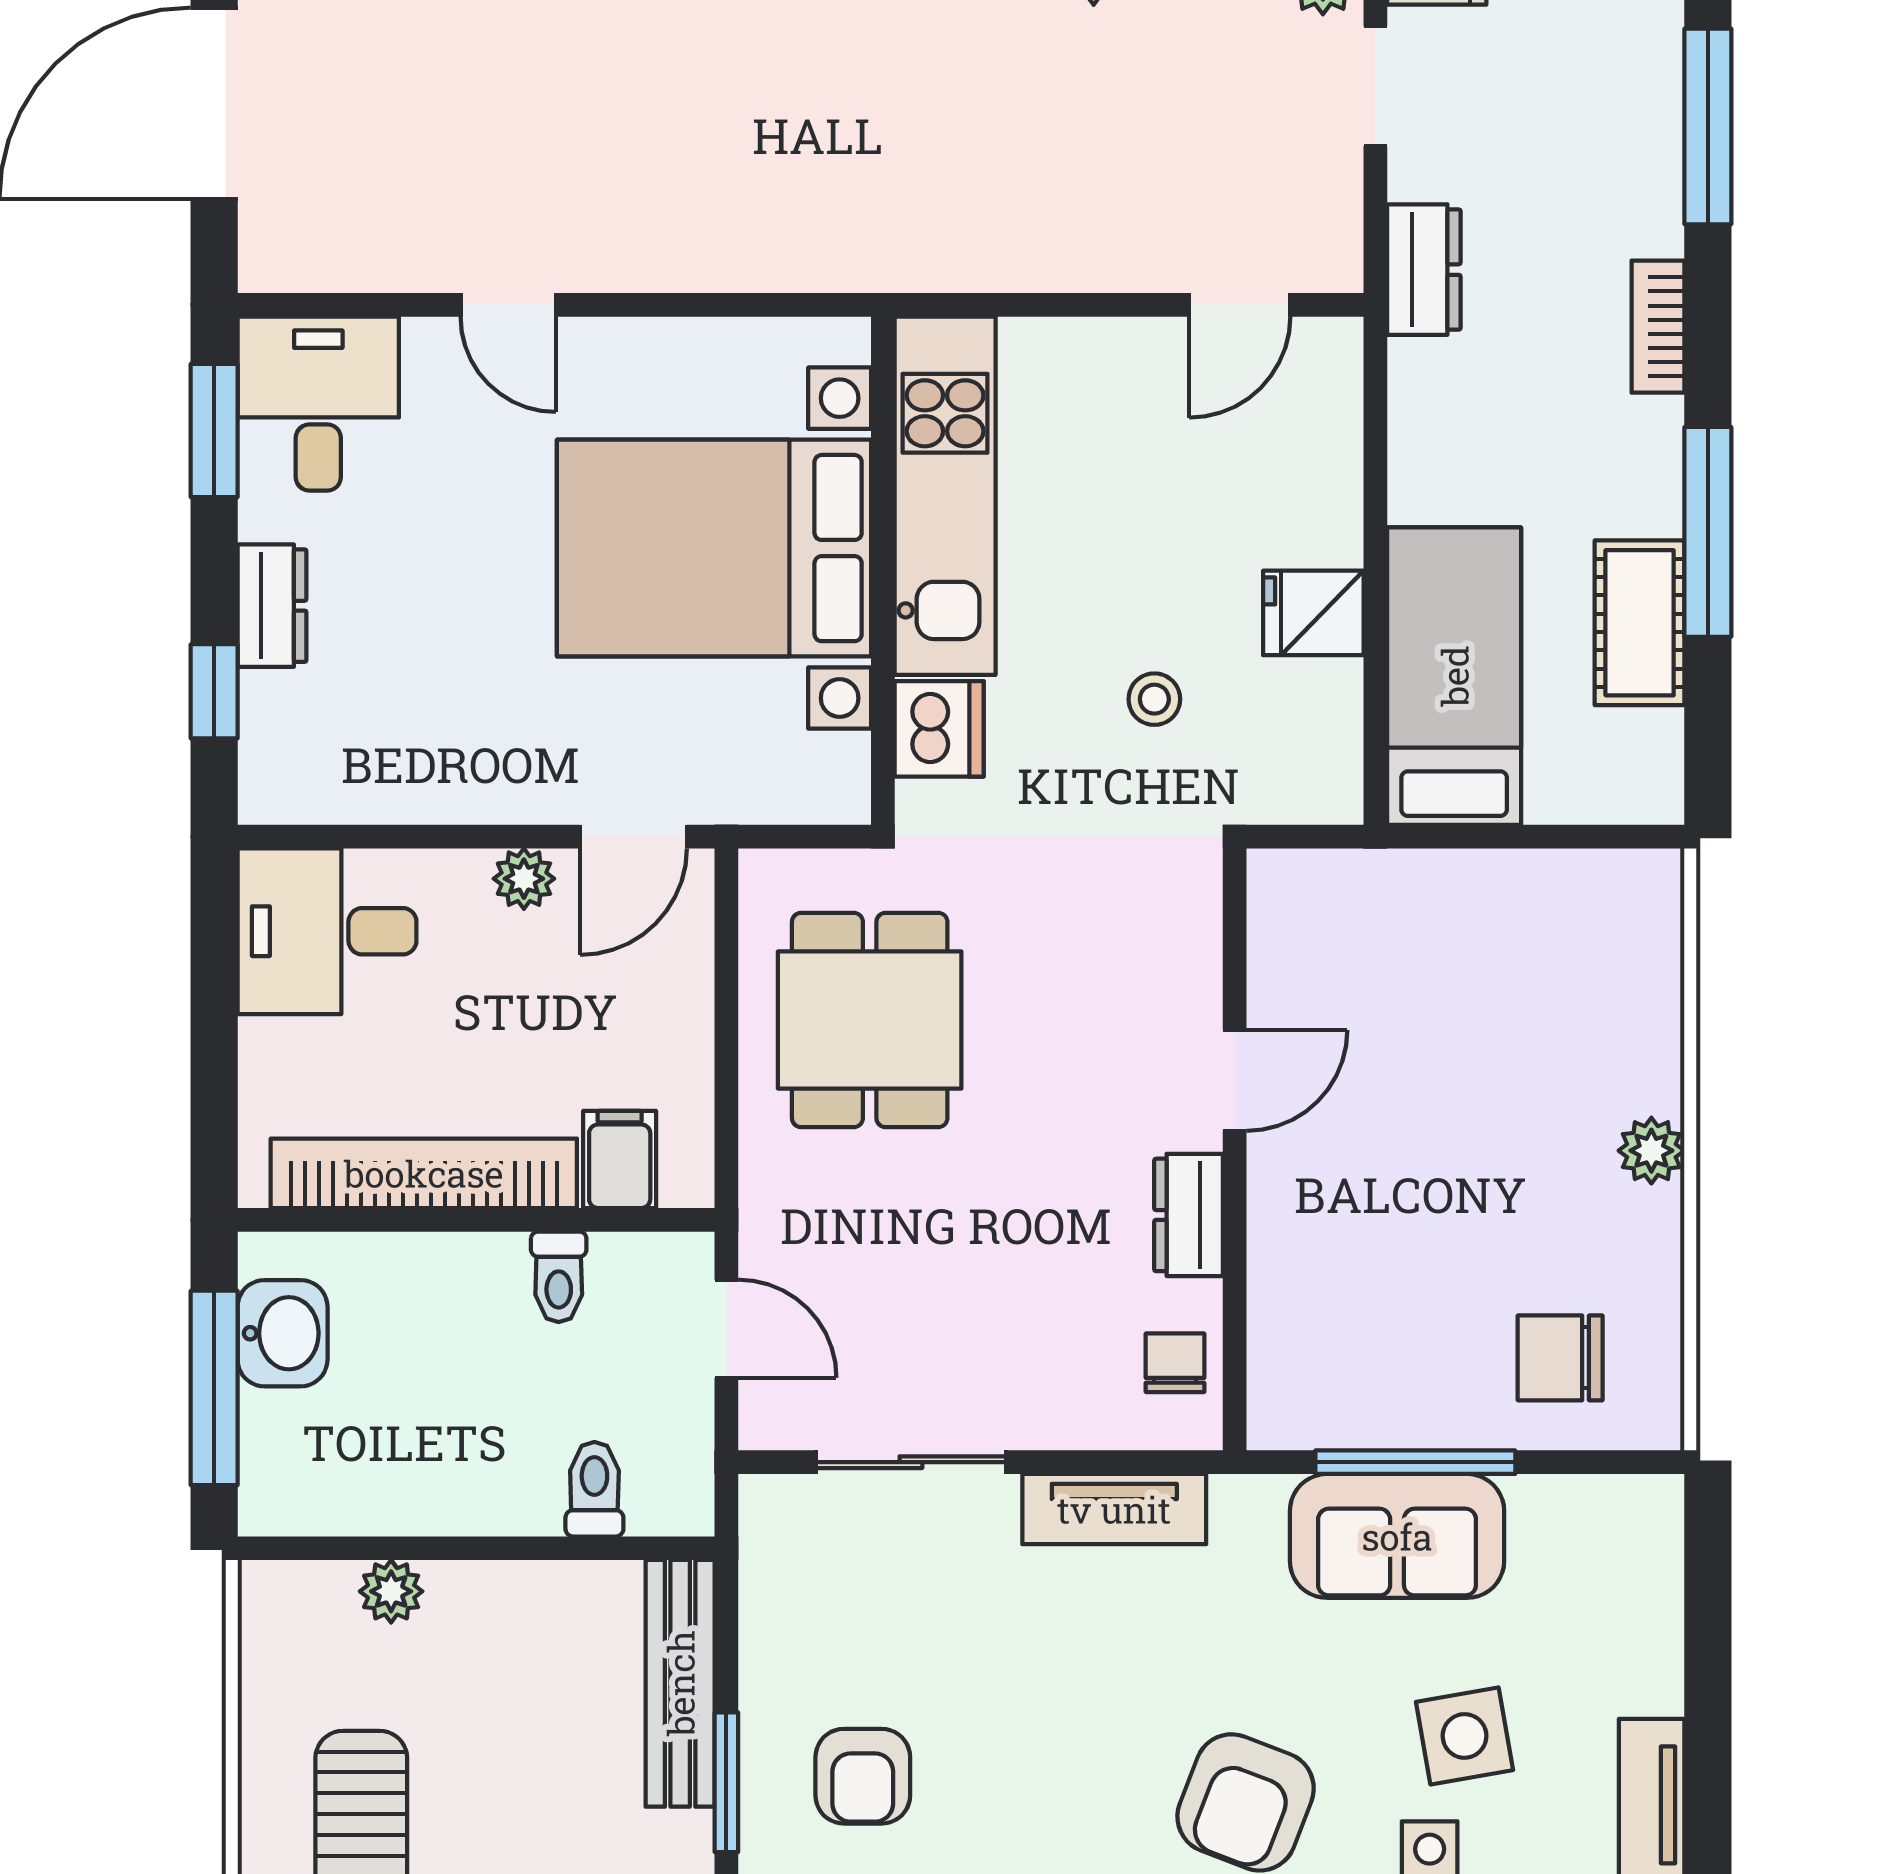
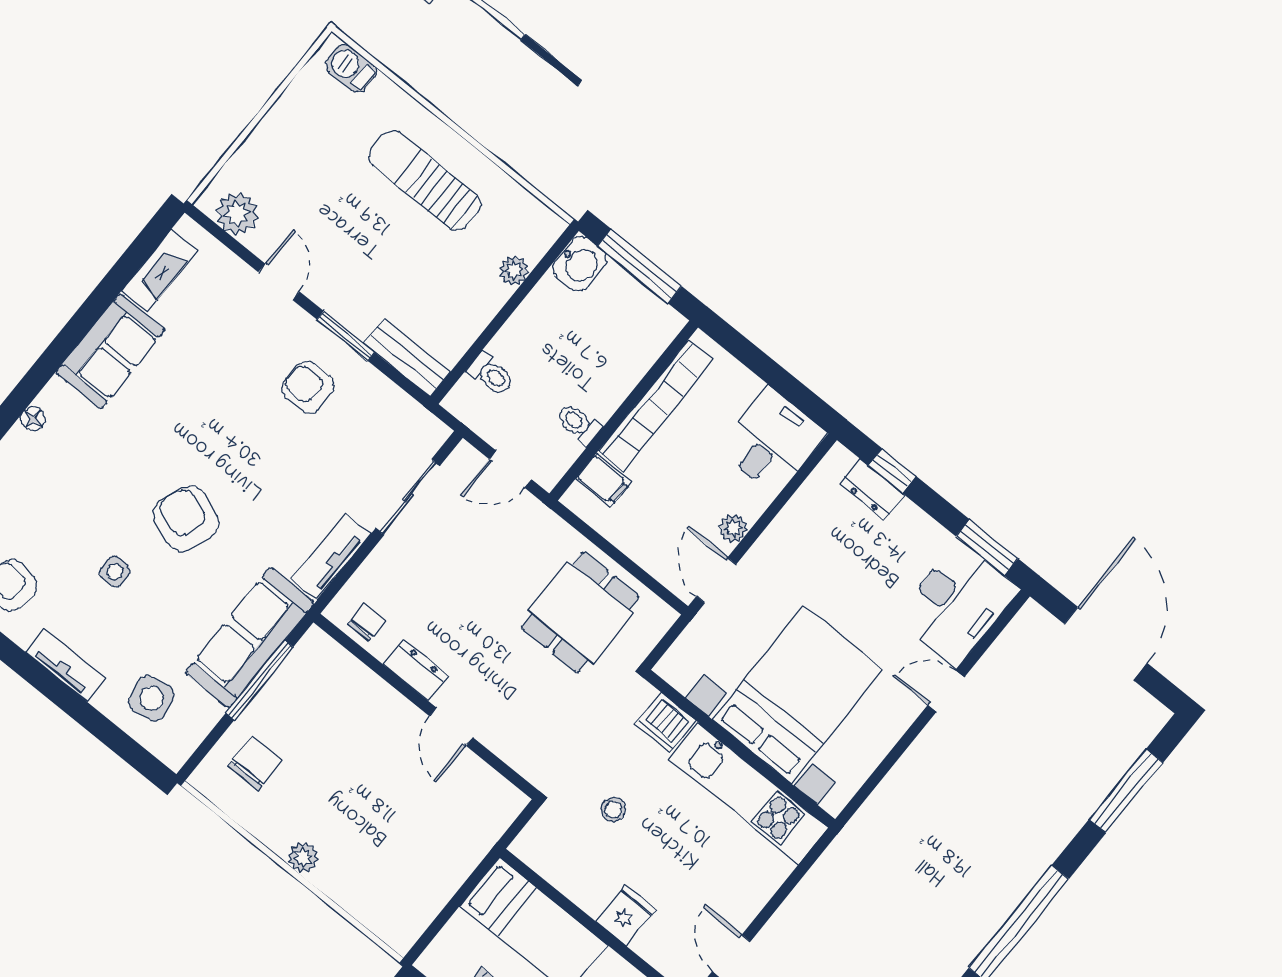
desk: (318, 404) -> (957, 604), width x1.37
dresser: (272, 606) -> (872, 489), moved
fridge: (1313, 613) -> (626, 915), moved
dining table: (870, 1020) -> (580, 612), turned 90
washbasin: (283, 1333) -> (579, 263), moved, turned -90
chair: (1175, 1363) -> (366, 622), turned -90
sofa: (1397, 1536) -> (250, 638), width x1.36
bench: (680, 1683) -> (407, 358), width x0.73
side table: (1465, 1736) -> (151, 698), moved

